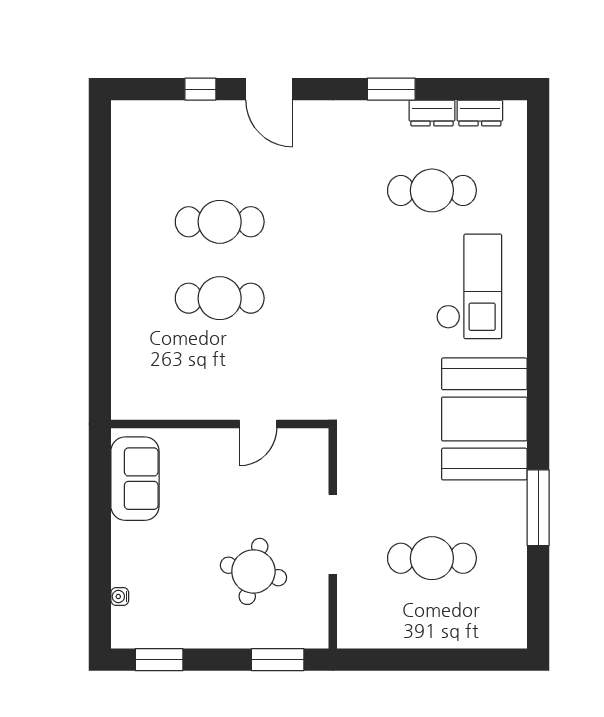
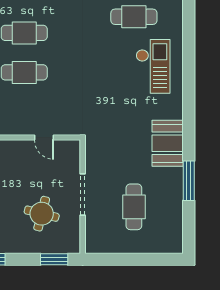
booth: (484, 419) -> (168, 143), width x0.73, depth x0.70
door: (258, 424) -> (44, 137), hinge flipped
cafe table: (432, 558) -> (134, 207), turned 90

